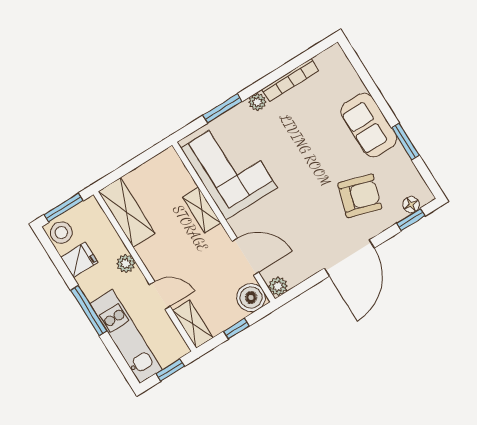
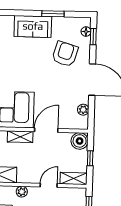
door: (245, 257) -> (46, 130), moved
plant: (278, 286) -> (83, 110), moved

